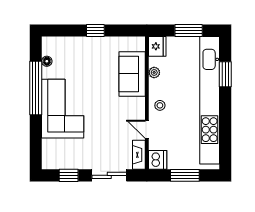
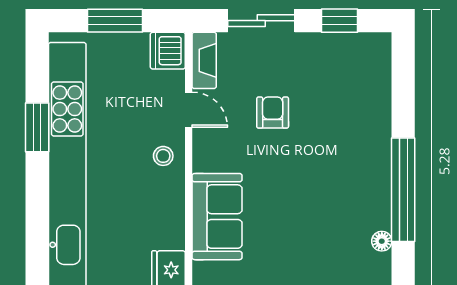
plant: (154, 72) -> (174, 219), removed
window: (225, 74) -> (37, 127), moved
corner sofa: (63, 109) -> (351, 150), removed
armchair: (103, 128) -> (273, 113), added

